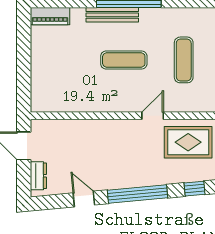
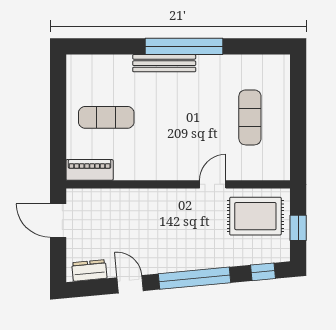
piano: (50, 16) -> (90, 170), moved, turned 180
exercise mat: (124, 60) -> (106, 117), moved
dresser: (38, 176) -> (89, 270), moved, turned -95

